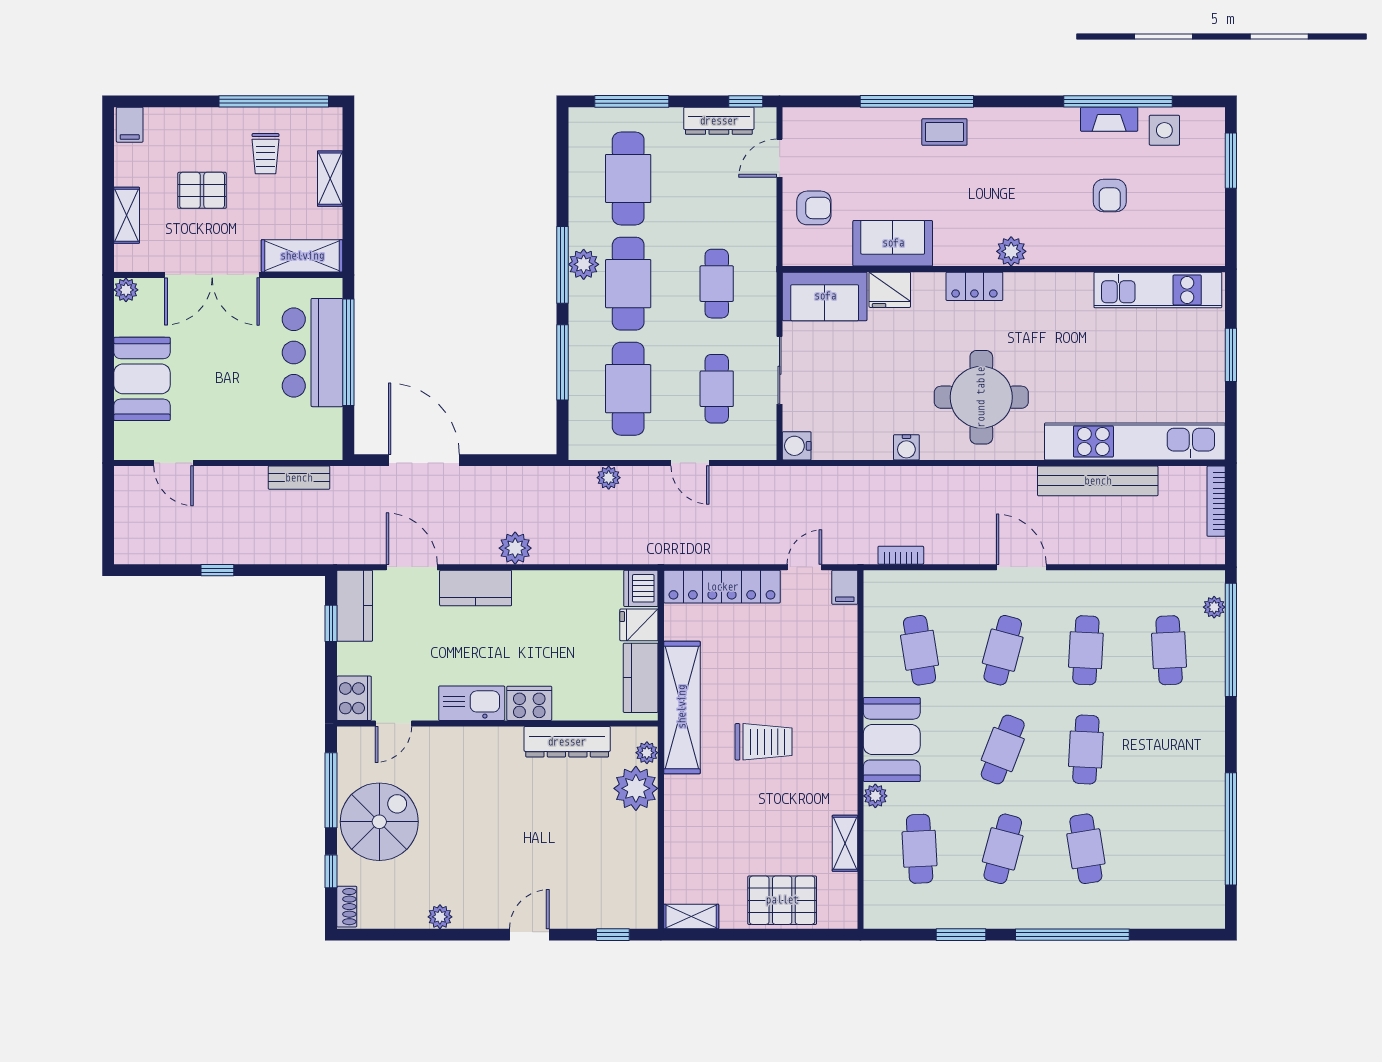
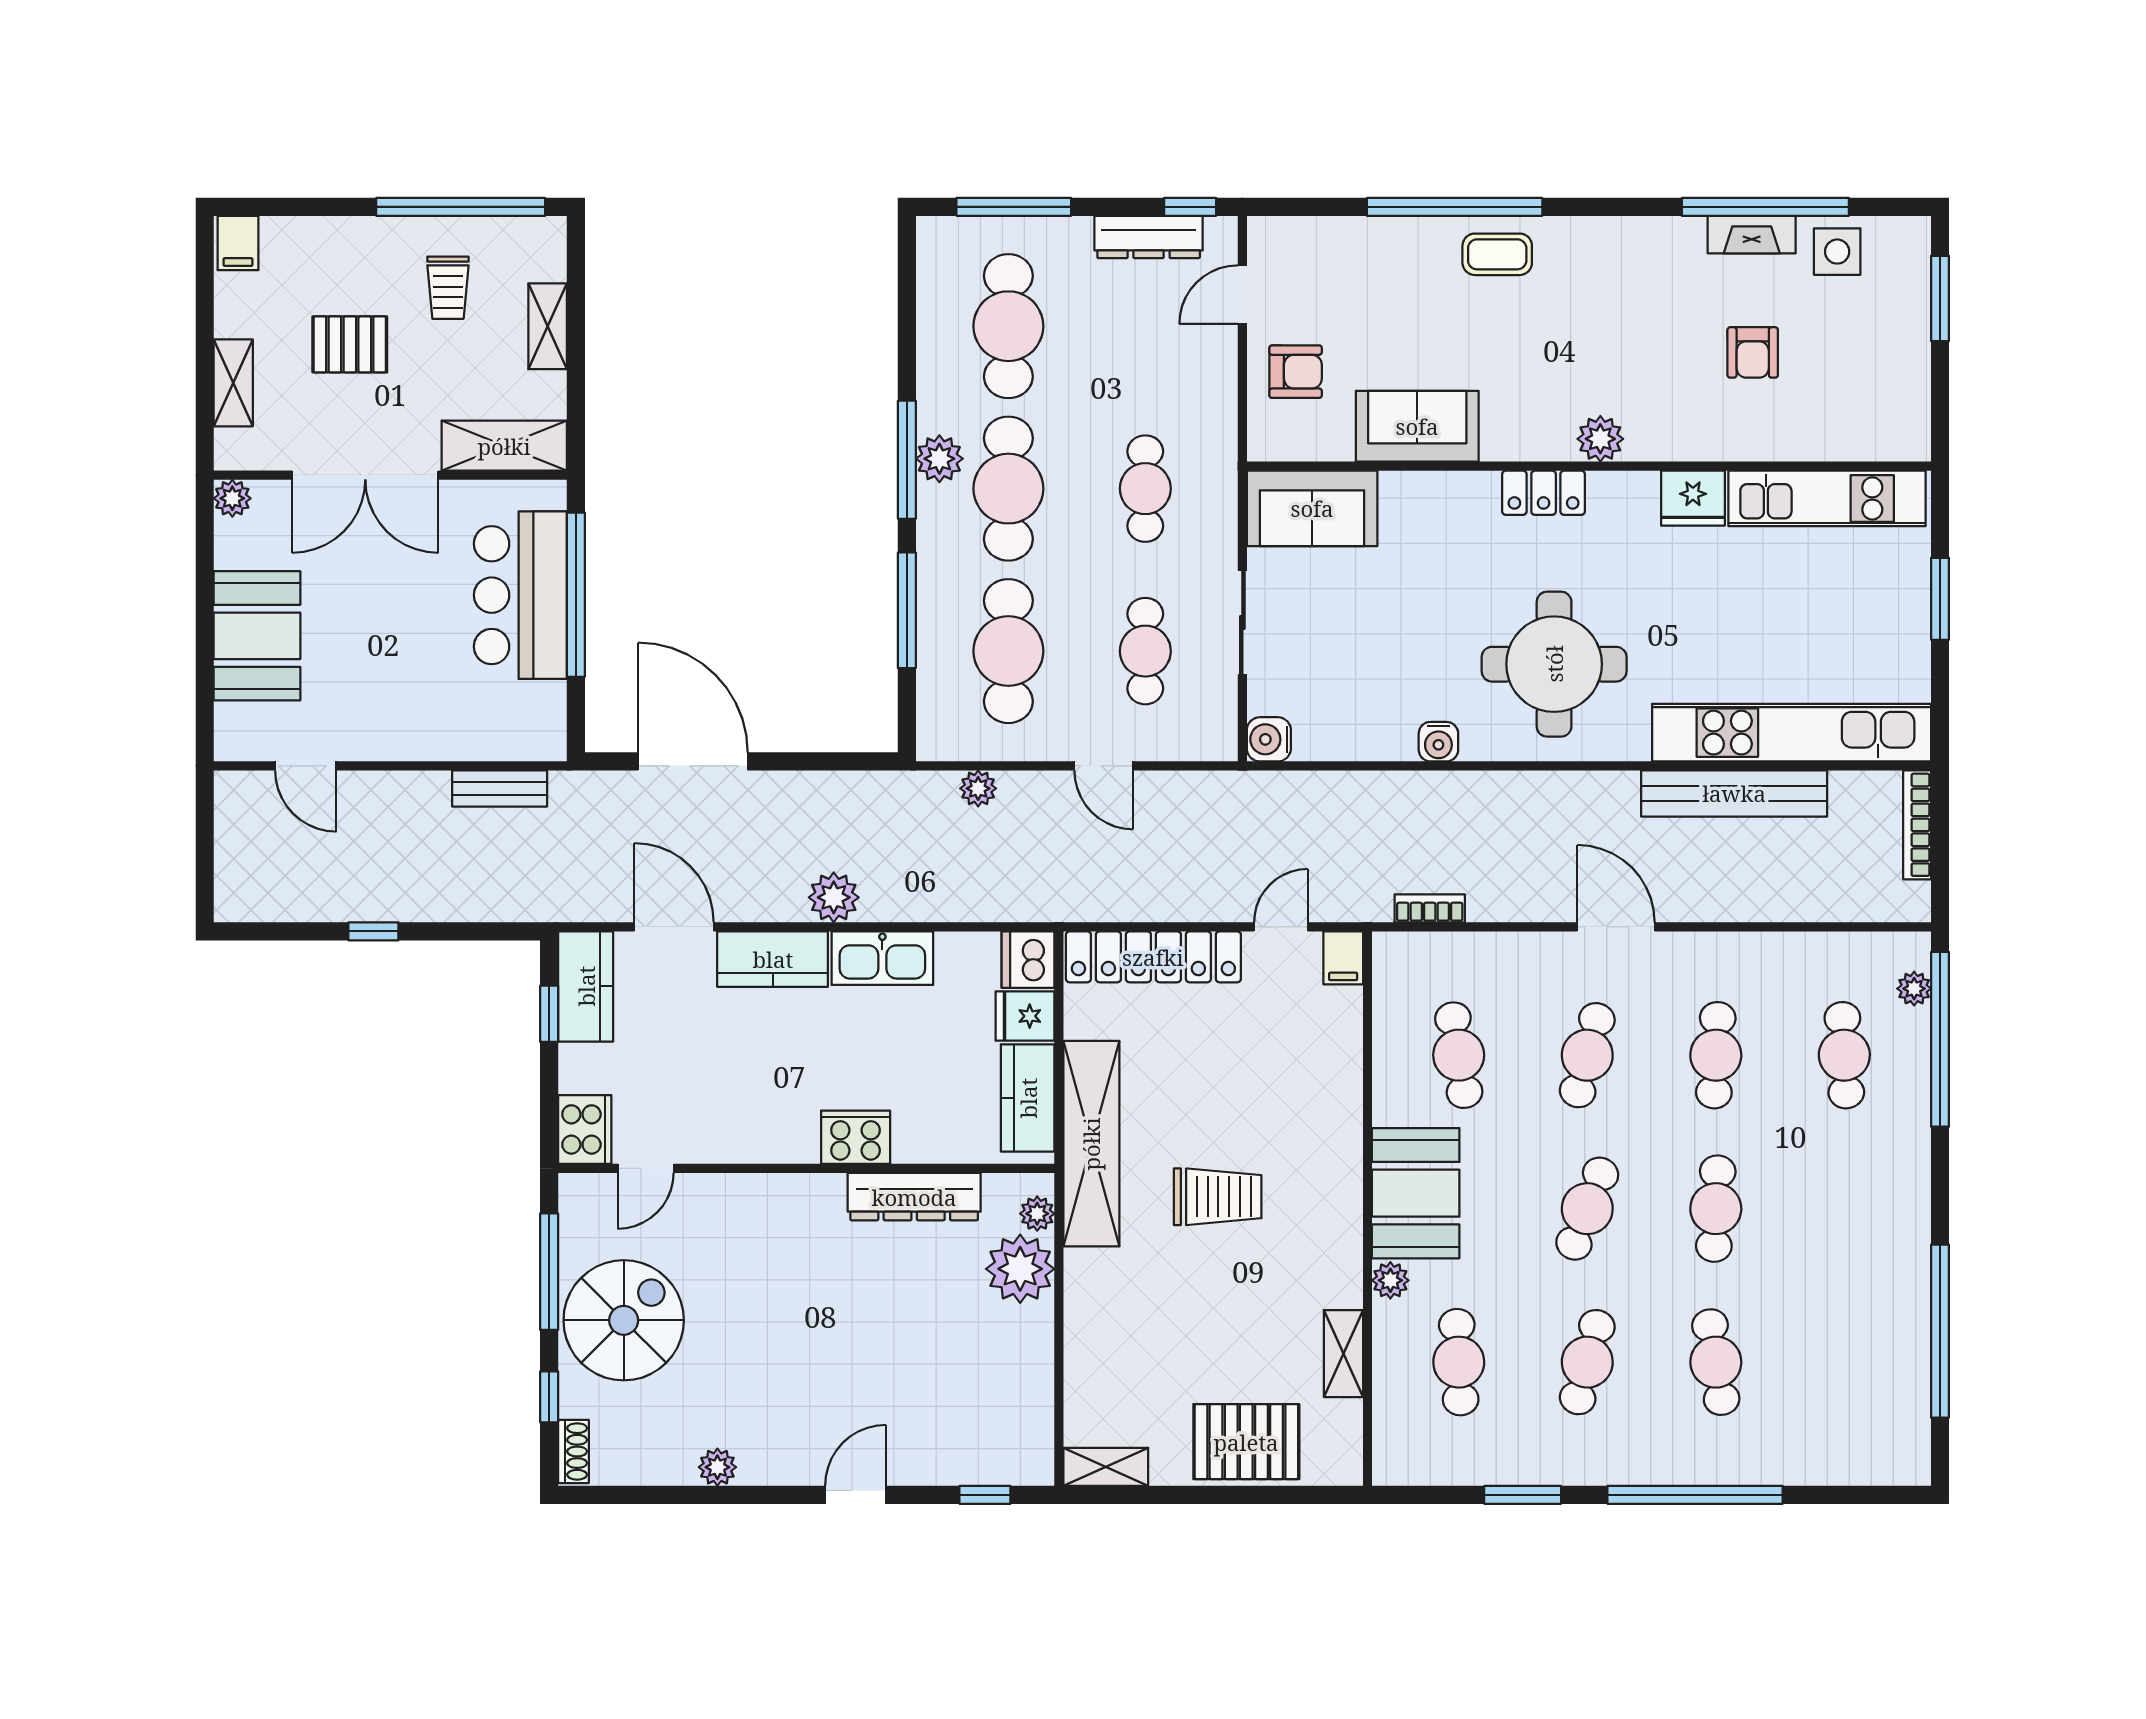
fridge: (890, 290) -> (1693, 498), moved
kitchen sink: (472, 703) -> (882, 958), moved, turned 180

